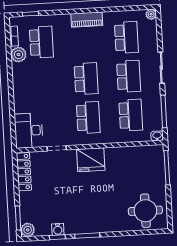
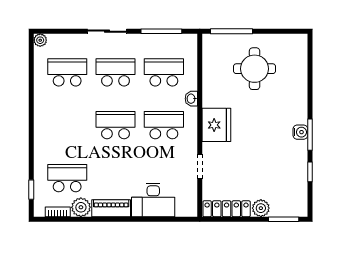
piano: (87, 20) -> (111, 208), moved, turned -90
desk: (29, 131) -> (153, 200), moved
washbasin: (157, 136) -> (191, 99), moved
round table: (145, 211) -> (255, 69), moved
water cooler: (58, 229) -> (300, 132), moved
plant: (28, 230) -> (261, 208), moved

